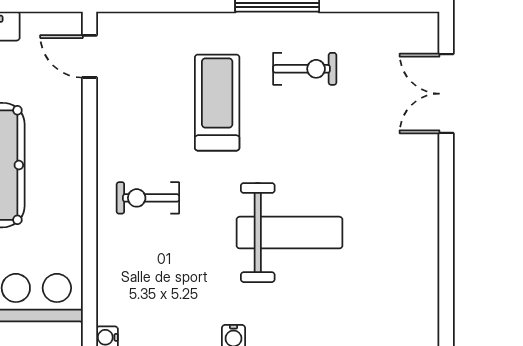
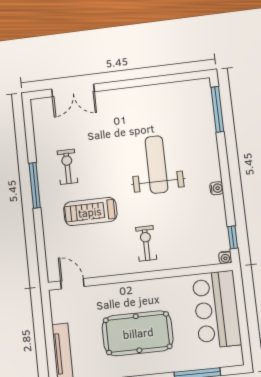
door: (89, 56) -> (72, 284), swing flipped
exercise bike: (148, 198) -> (146, 243), turned 180

